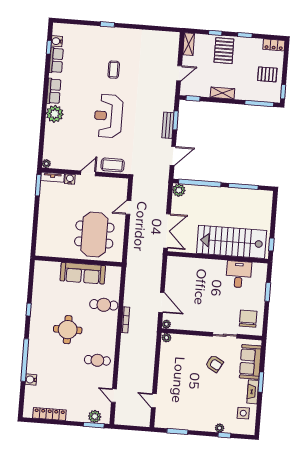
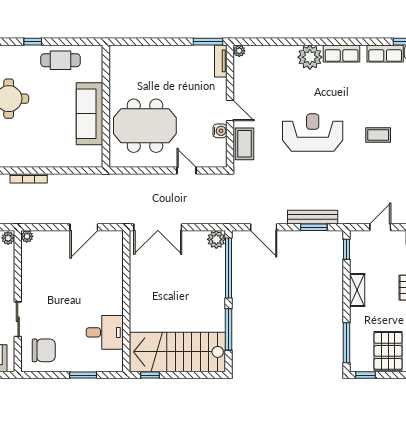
door: (179, 73) -> (380, 227), swing flipped
pallet: (267, 74) -> (388, 351), width x1.50, depth x1.42
bench: (168, 125) -> (313, 217), width x1.36
water cooler: (70, 179) -> (220, 131), moved
stairs: (232, 242) -> (178, 352), moved, turned -90
door: (161, 302) -> (84, 227), moved
cafe table: (104, 305) -> (60, 60), moved, turned 90

